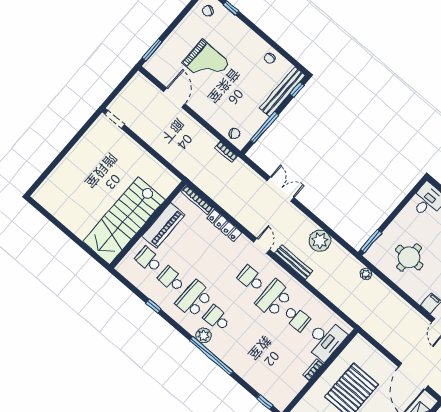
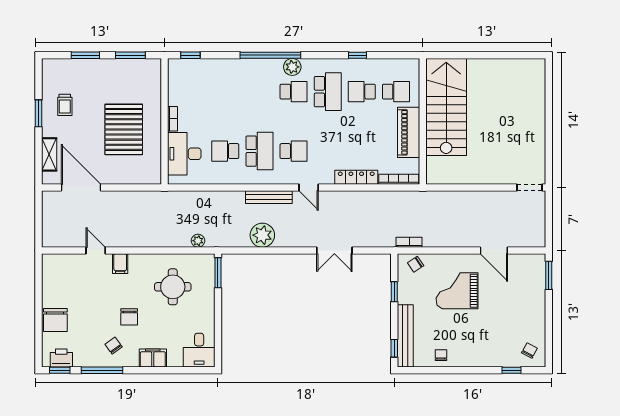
grand piano: (206, 63) -> (457, 291), moved
window: (264, 127) -> (394, 292), width x0.46
school desk: (171, 279) -> (362, 92), turned 180

